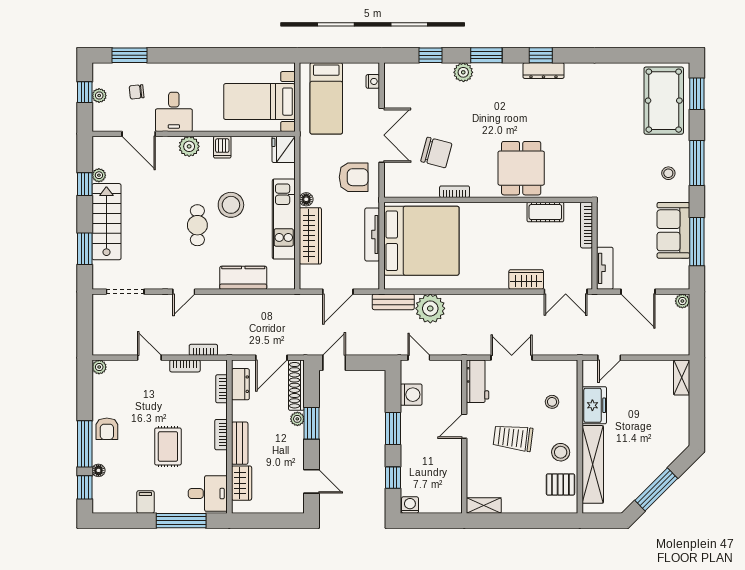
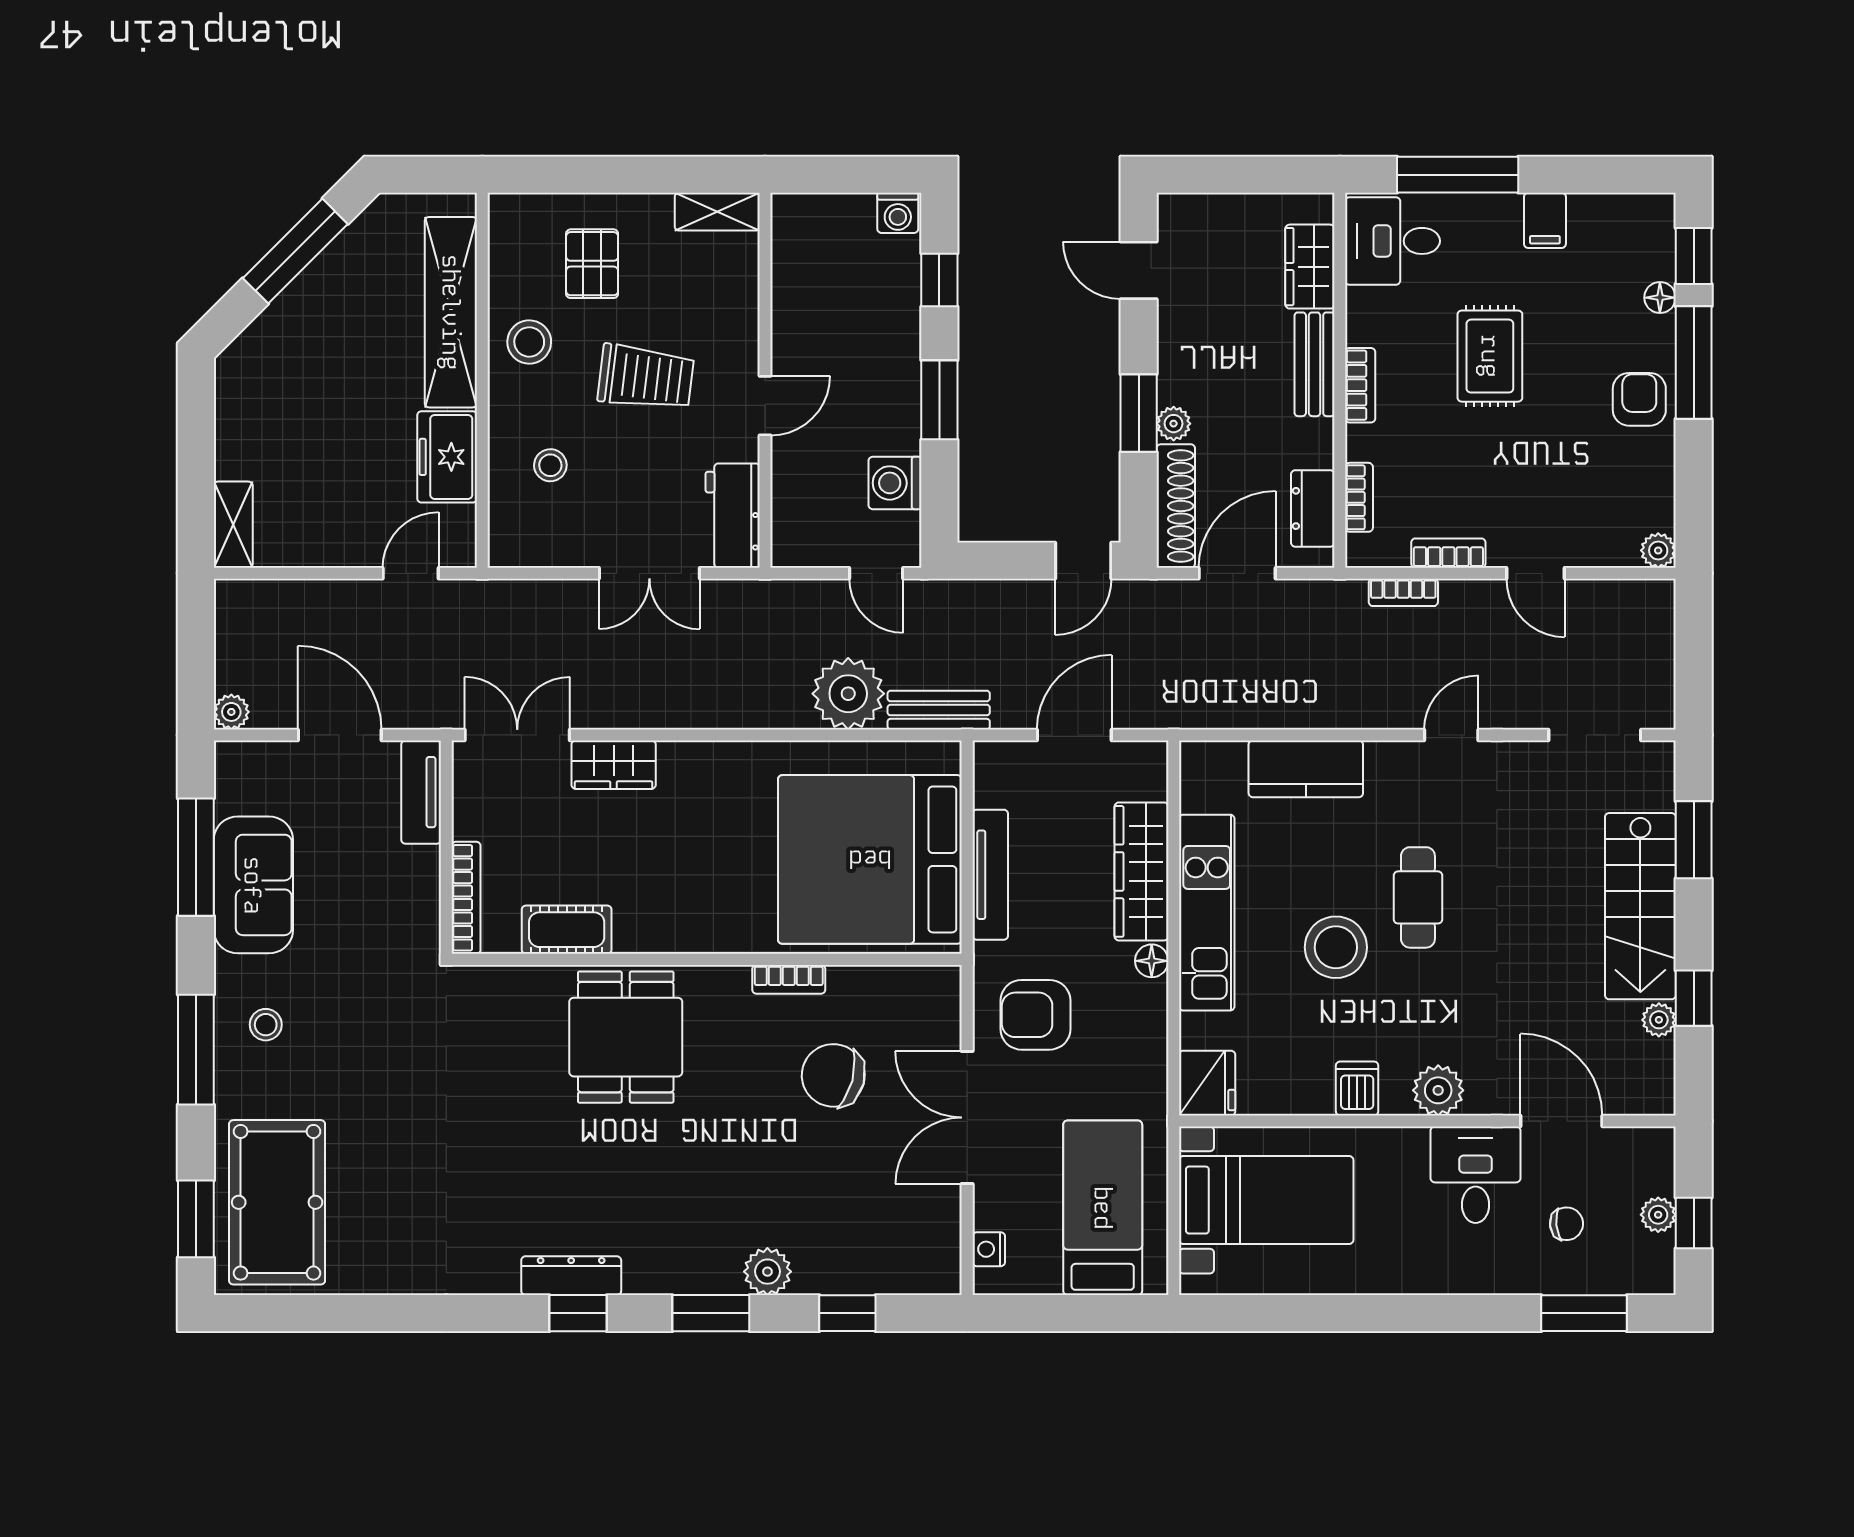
pallet: (560, 484) -> (592, 264), moved, turned 90

